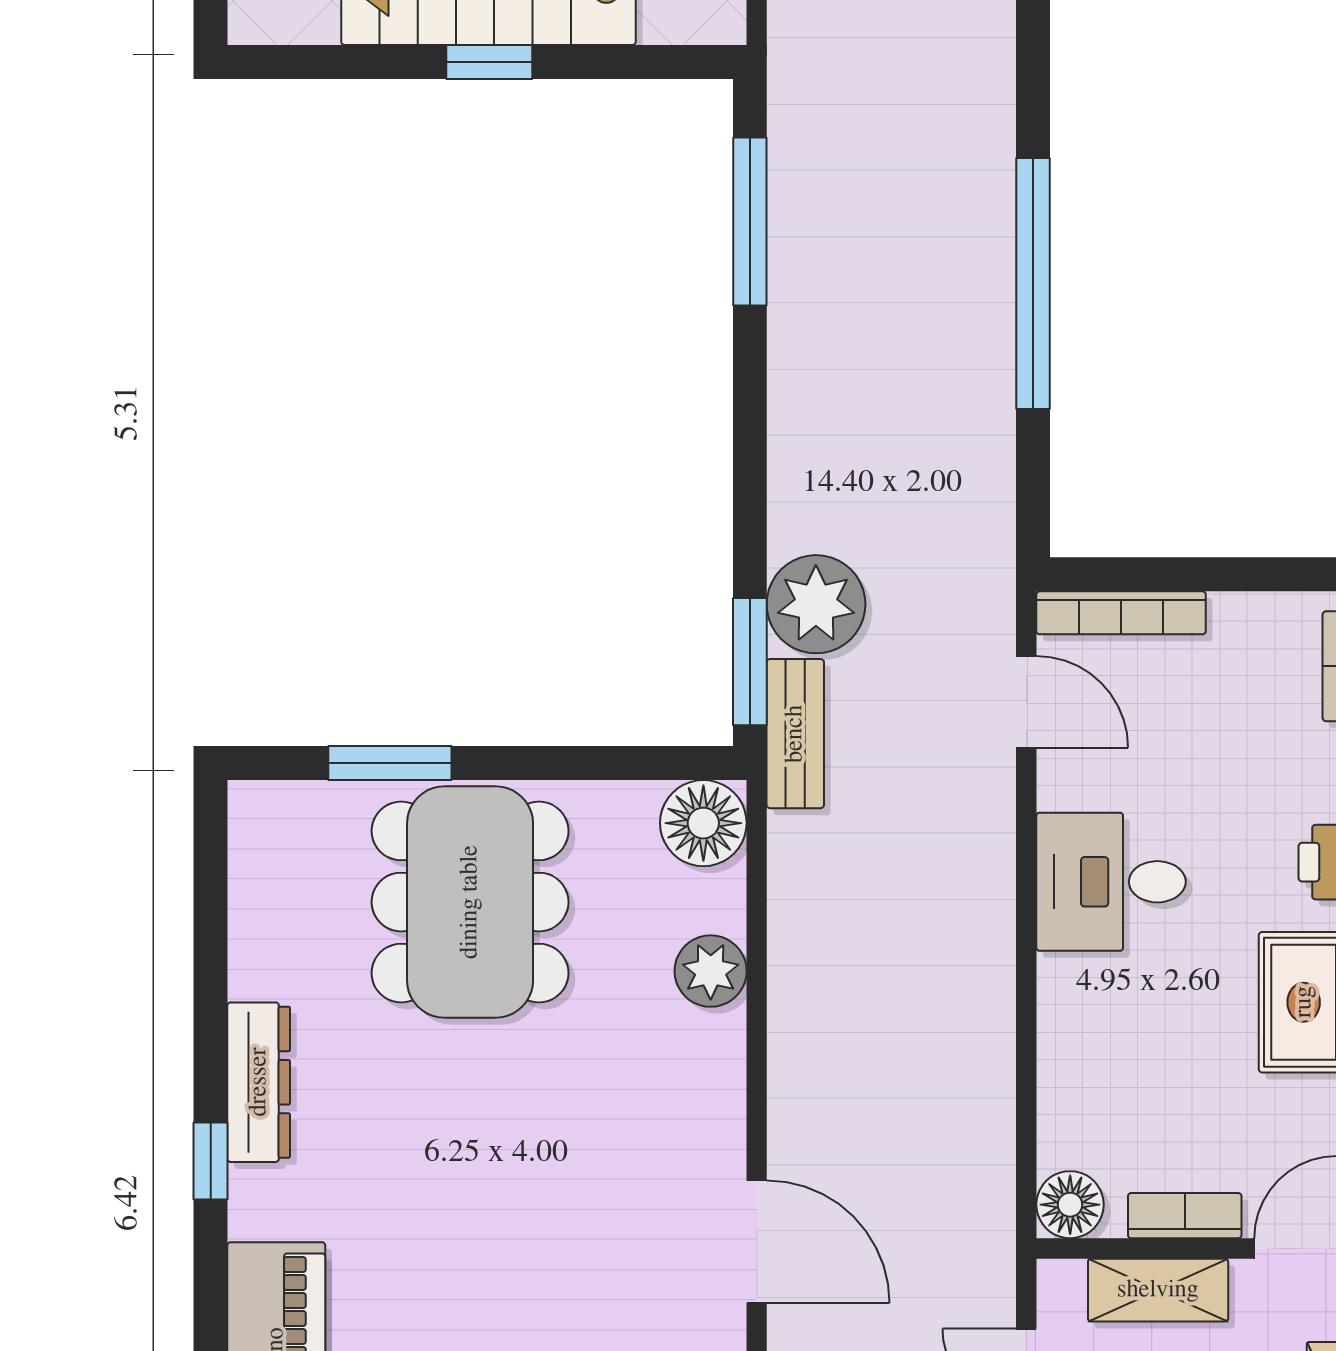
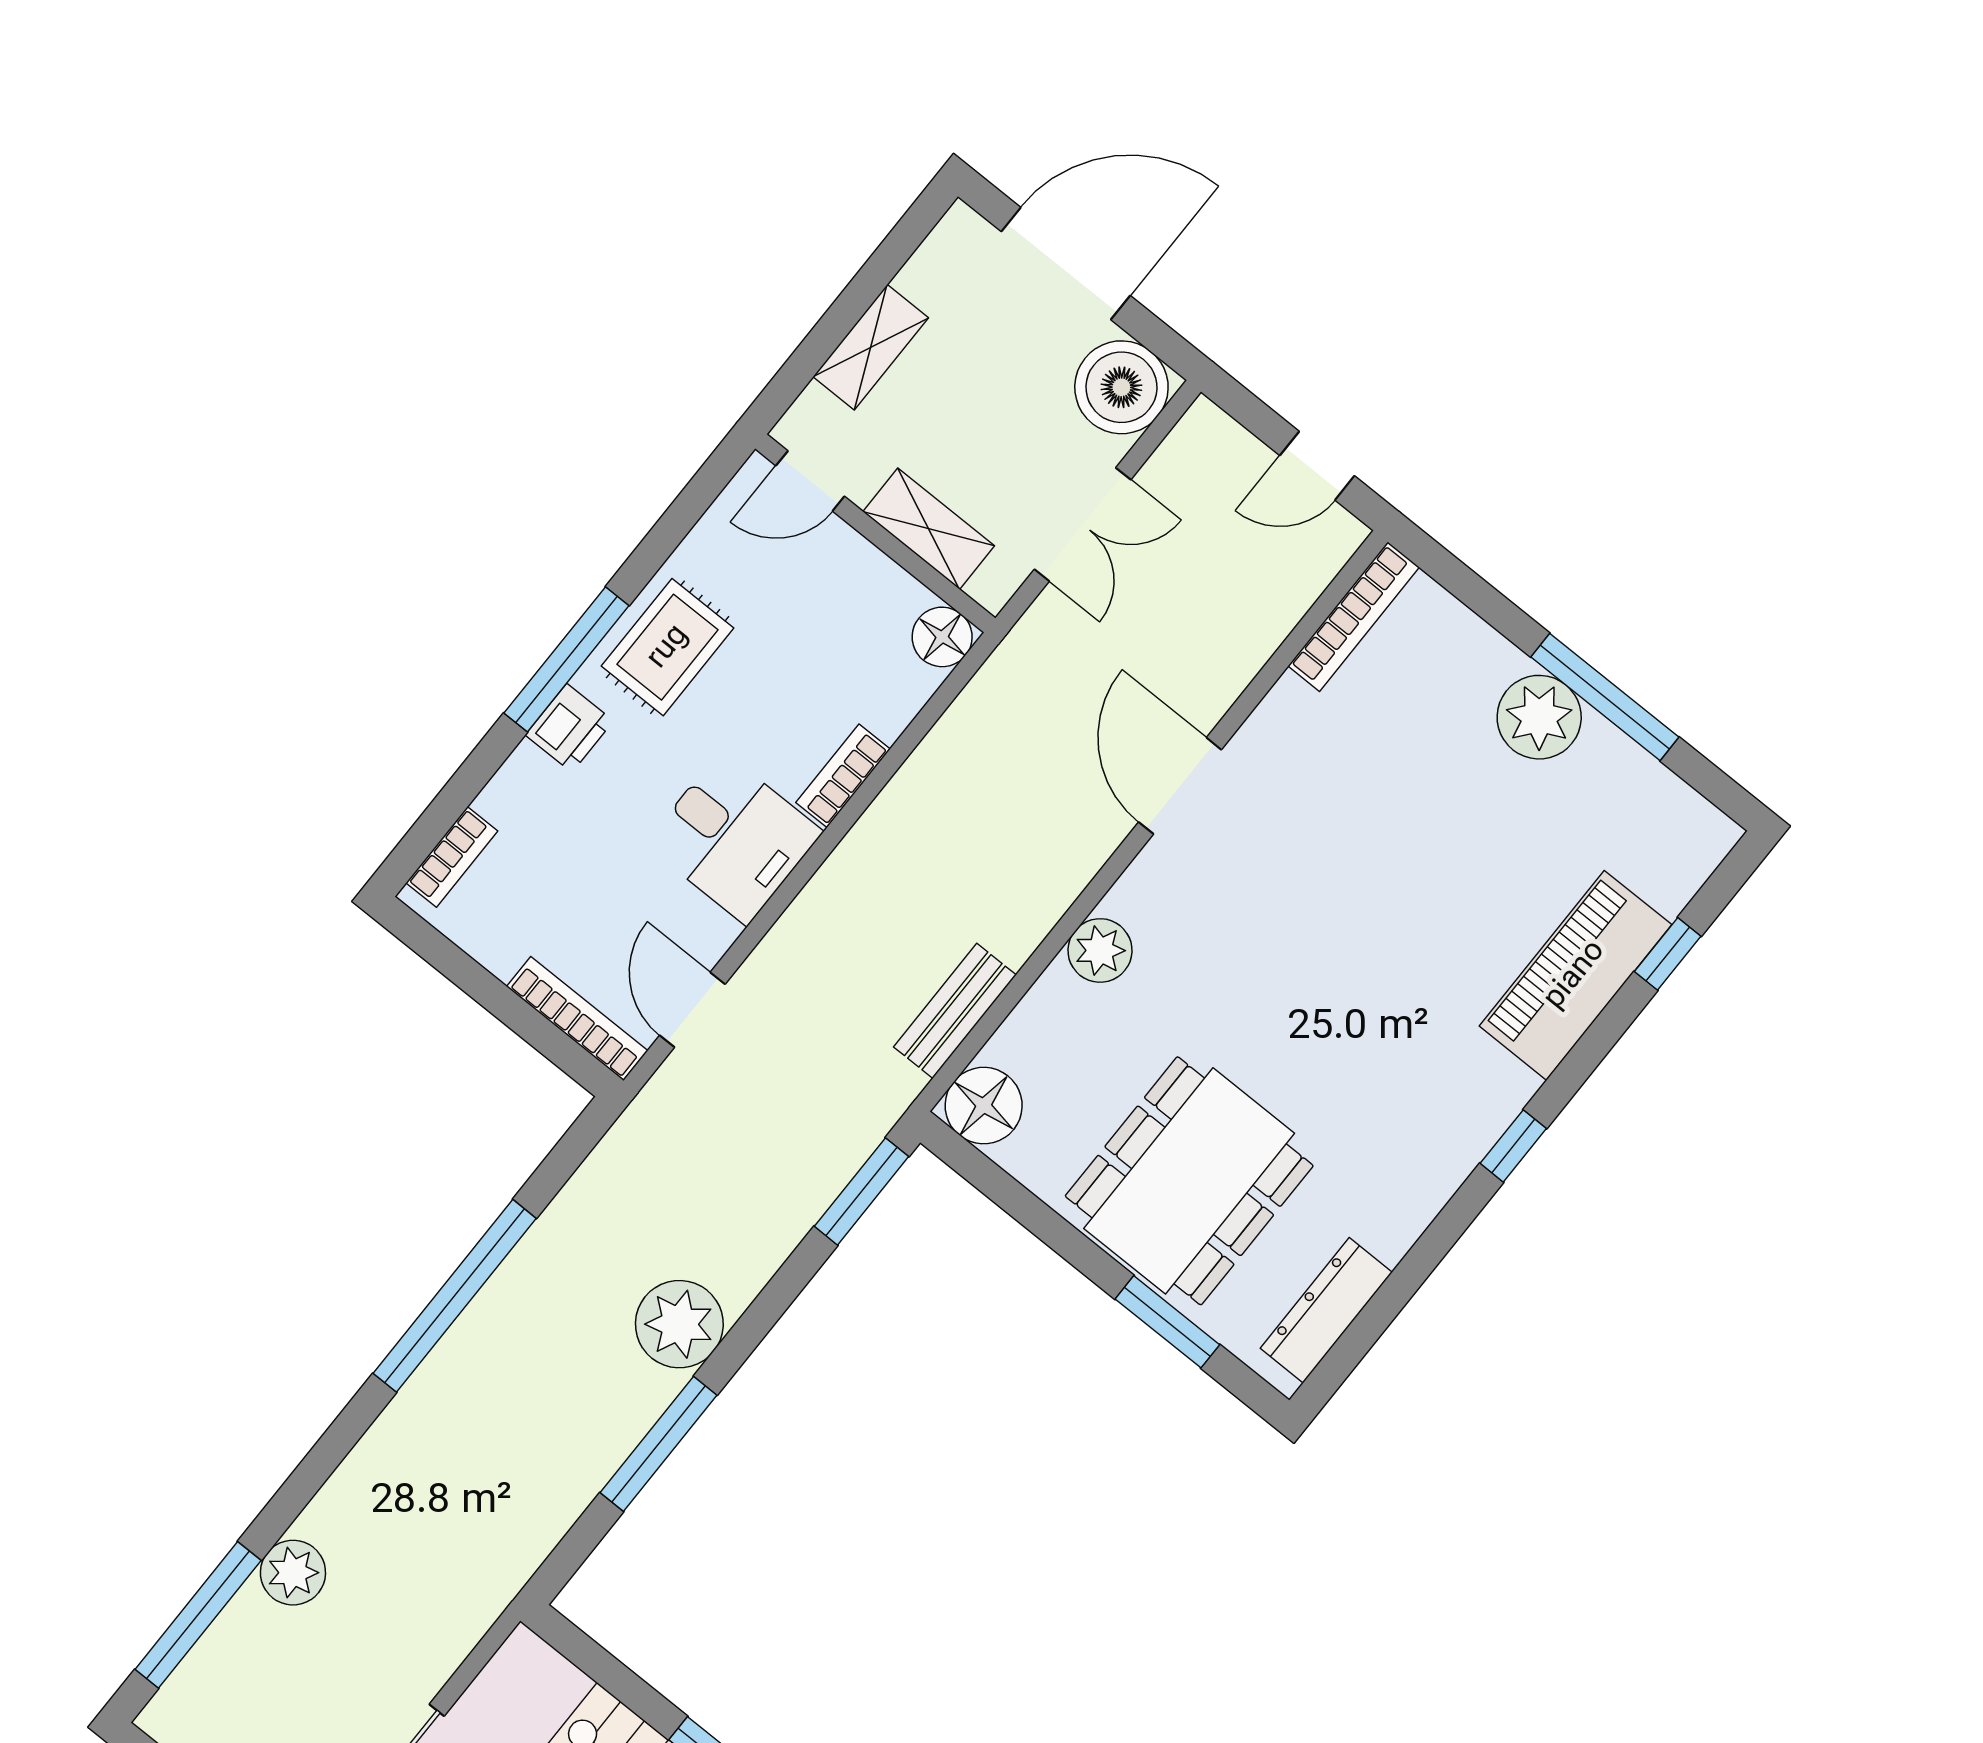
window: (750, 222) -> (658, 1444), moved
plant: (816, 604) -> (679, 1324), moved
bench: (795, 734) -> (955, 1011), moved
plant: (711, 971) -> (1100, 950), moved
dresser: (259, 1082) -> (1326, 1310), moved
bookcase: (1185, 1216) -> (843, 776), moved, turned 90

